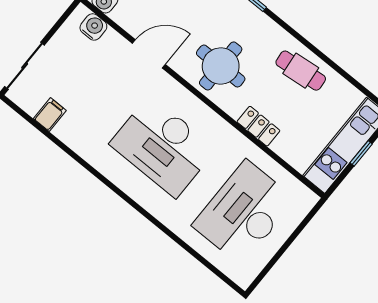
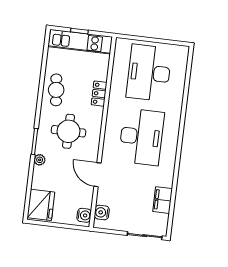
round table: (221, 66) -> (69, 131), moved
filing cabinet: (50, 114) -> (163, 200), width x2.00
desk: (244, 212) -> (149, 73), turned 90

